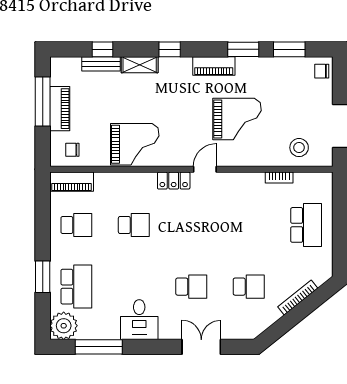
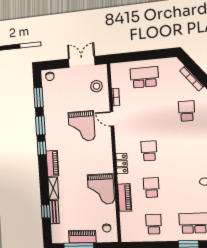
window: (170, 49) -> (42, 148), moved
piano: (214, 66) -> (52, 163), moved
grand piano: (237, 119) -> (82, 126), turned 180
grand piano: (135, 144) -> (101, 189), turned 180
door: (205, 169) -> (112, 119), moved
piano: (72, 182) -> (125, 197), moved
school desk: (191, 287) -> (149, 151), moved

